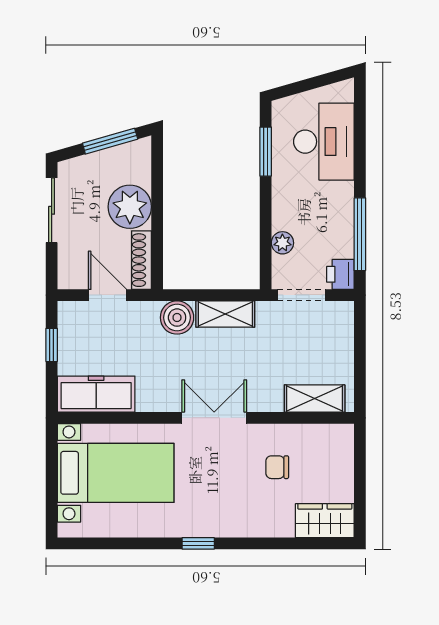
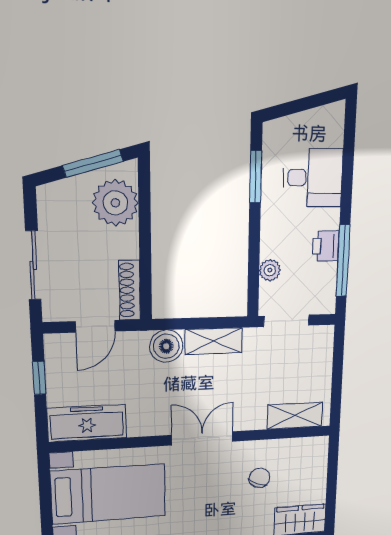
desk: (324, 142) -> (313, 178), width x0.73
plant: (130, 207) -> (115, 203), moved
sliding door: (52, 210) -> (33, 265), moved
printer: (340, 274) -> (326, 246), moved
door: (107, 295) -> (95, 326), swing flipped
chair: (277, 467) -> (259, 478), turned 113

